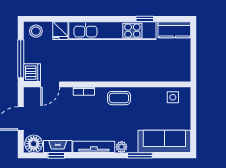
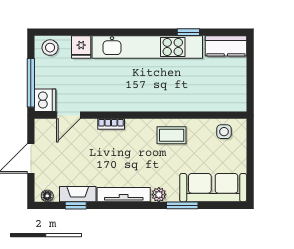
coffee table: (119, 98) -> (172, 135), moved
floor lamp: (34, 144) -> (47, 196), width x0.53, depth x0.53

